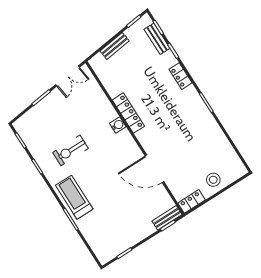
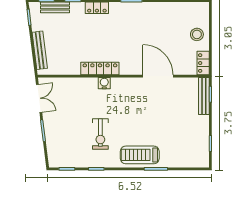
bench: (115, 46) -> (40, 50), width x1.36
door: (154, 169) -> (158, 76), swing flipped
bench: (167, 218) -> (204, 96), width x1.36

